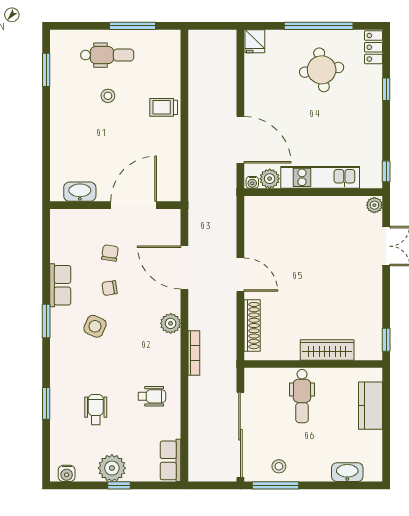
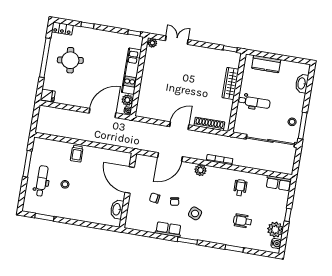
plant: (112, 468) -> (275, 230), moved

